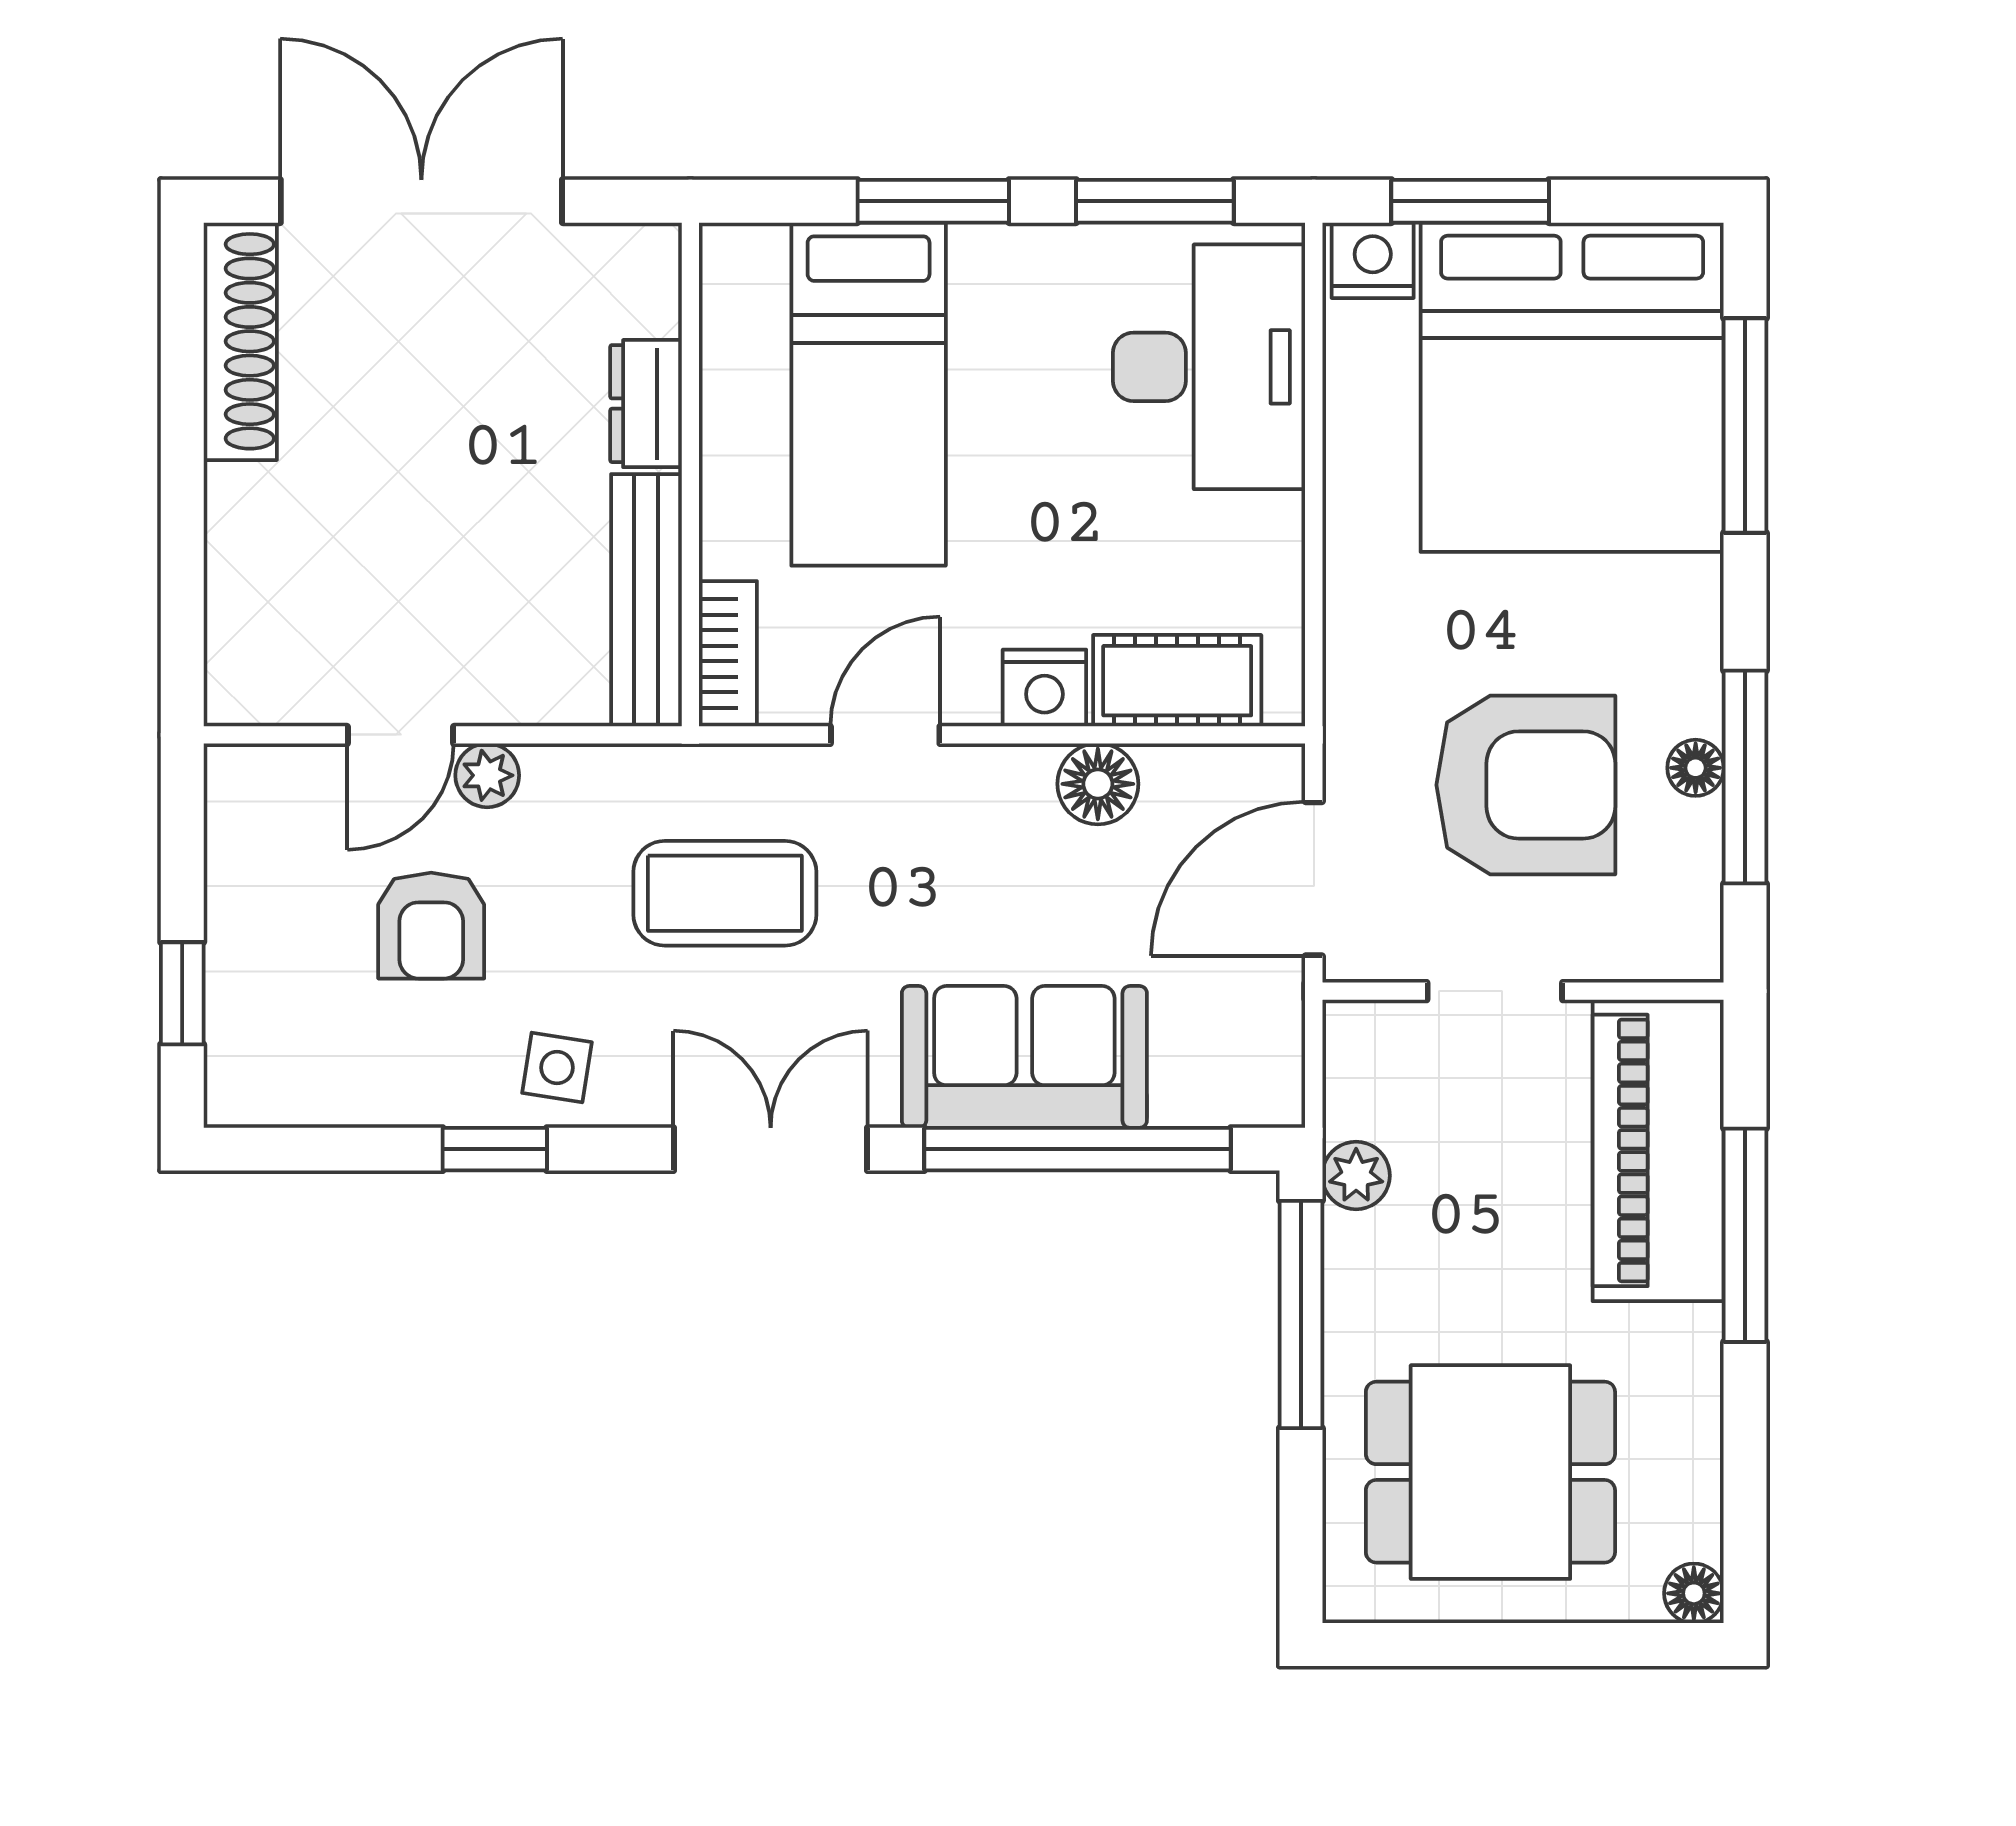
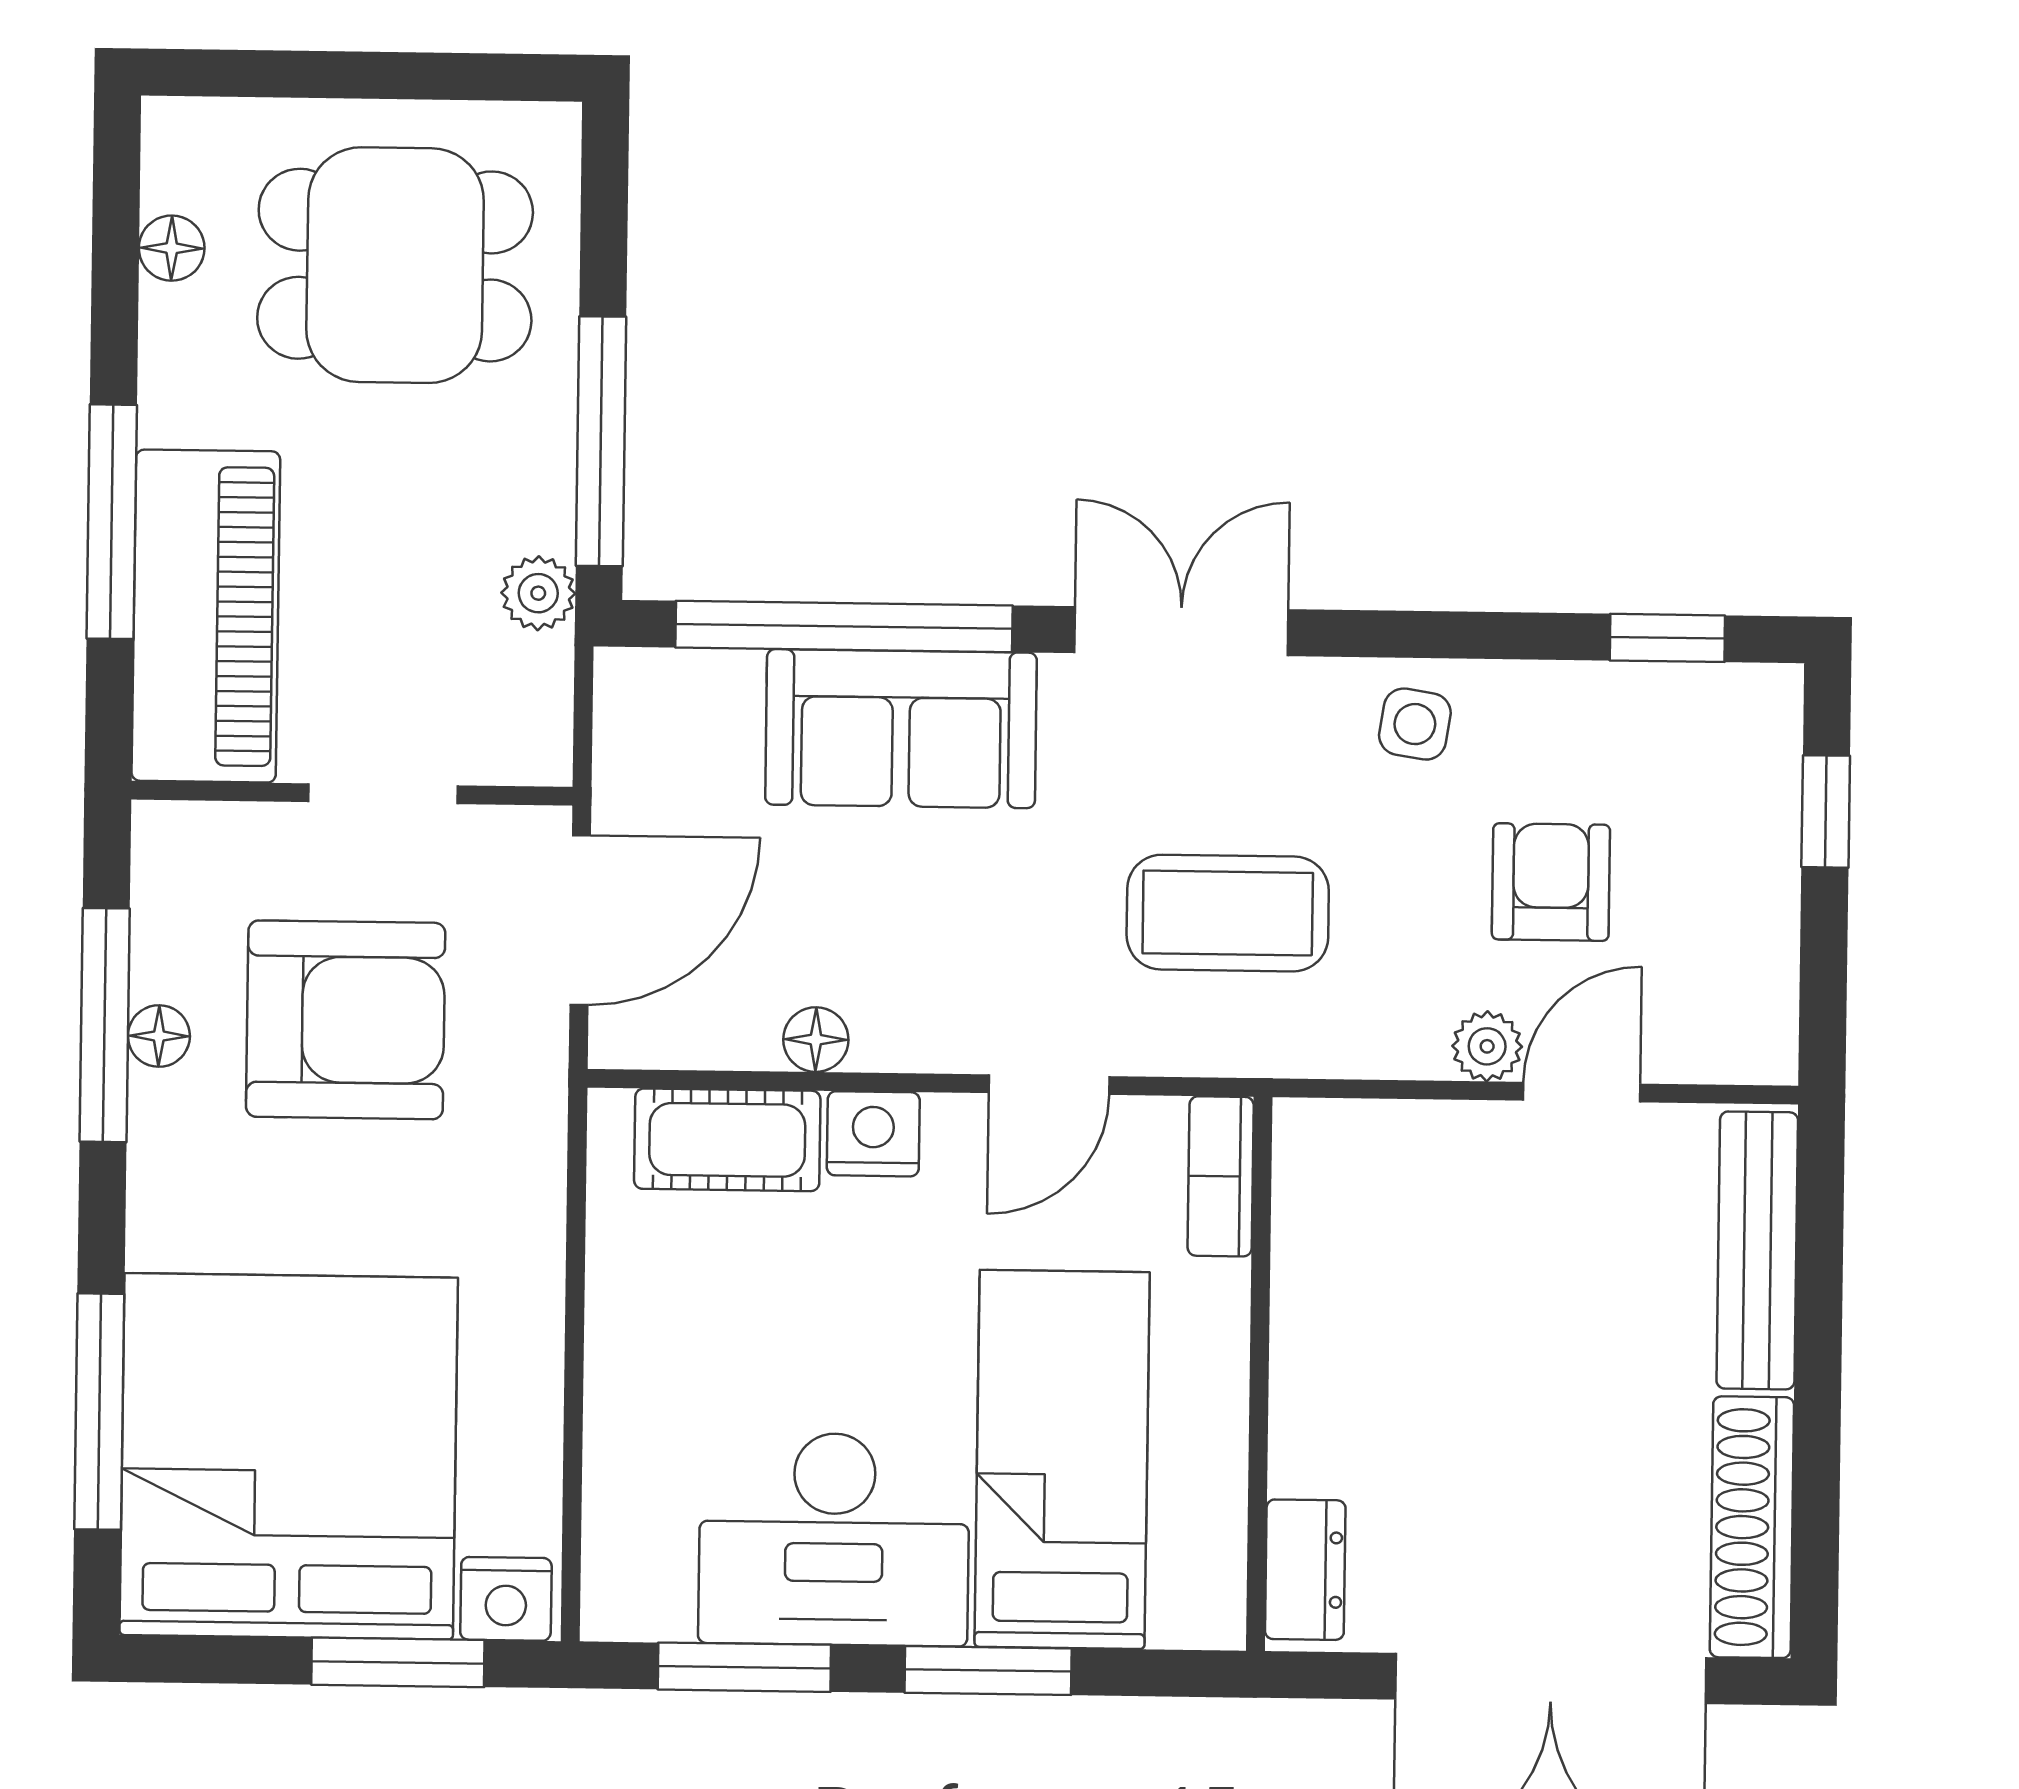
desk: (1209, 367) -> (834, 1539), moved, turned -90
dresser: (646, 404) -> (1305, 1570), moved
bench: (646, 600) -> (1757, 1250), moved
floor lamp: (1098, 784) -> (816, 1040), width x0.73, depth x0.73
armchair: (1526, 785) -> (346, 1020), turned 180
window: (495, 1149) -> (1667, 638), moved
double door: (771, 1149) -> (1181, 631), swing flipped
floor lamp: (1694, 1593) -> (172, 248), moved

